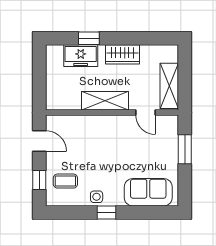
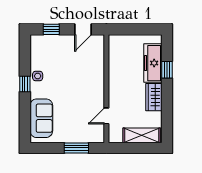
freezer: (81, 56) -> (153, 63), width x1.40
shelving: (169, 86) -> (142, 135), moved
shelving: (105, 101) -> (116, 83), removed
coffee table: (65, 181) -> (50, 51), removed

